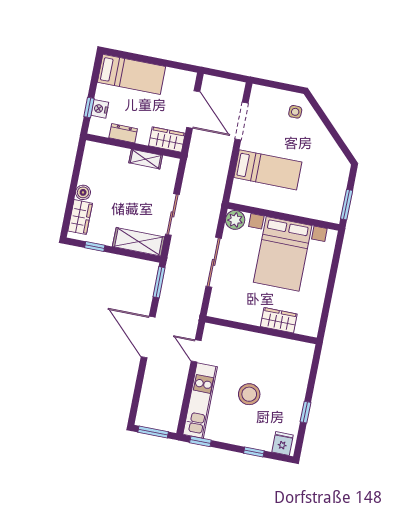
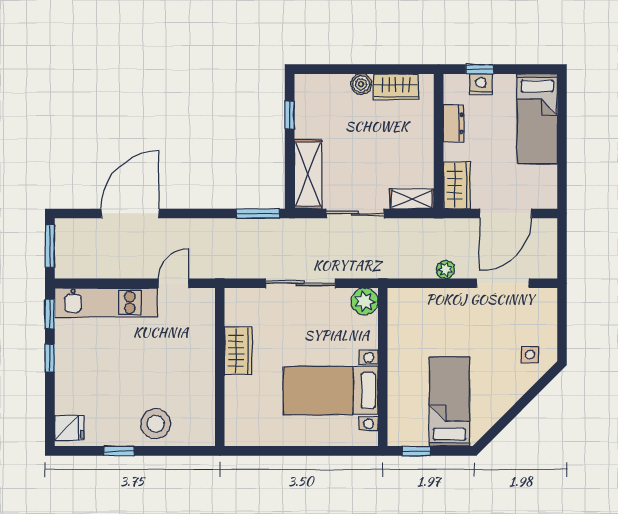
shelving: (146, 159) -> (412, 199), moved, turned 90
plant: (224, 159) -> (445, 270), added
bed: (268, 170) -> (450, 401), moved, turned 180
window: (347, 205) -> (416, 451), width x0.67
wardrobe: (80, 217) -> (396, 87), moved
bed with nightstands: (283, 254) -> (331, 391), width x0.73
wardrobe: (279, 320) -> (238, 351), moved
door: (148, 337) -> (130, 213), moved
stool: (249, 394) -> (156, 424), moved
window: (254, 452) -> (50, 358), moved

